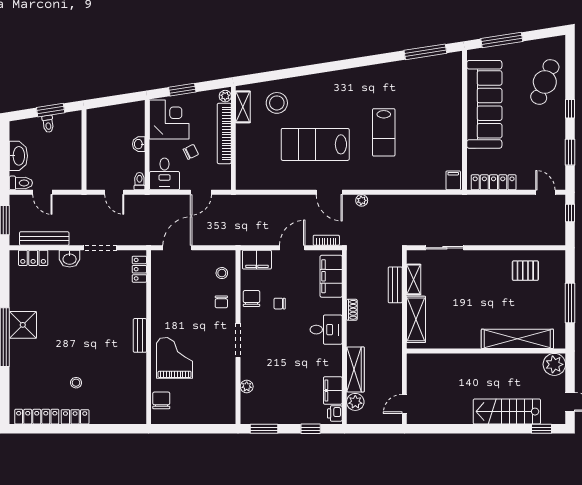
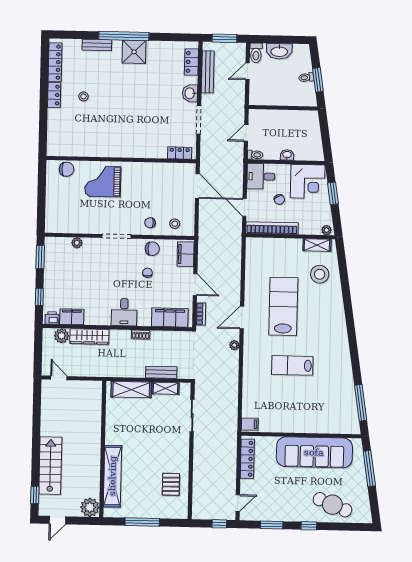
bookcase: (224, 133) -> (272, 228), moved
bench: (140, 335) -> (97, 45), moved
grand piano: (175, 358) -> (103, 181), turned 180

